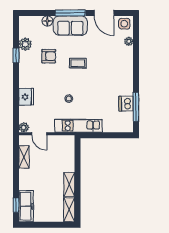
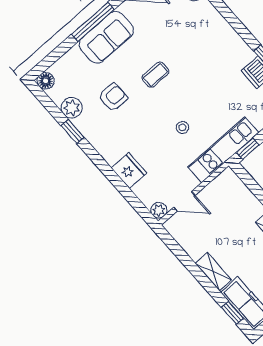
floor lamp: (47, 21) -> (46, 81), moved
window: (90, 135) -> (248, 149), added
shelving: (24, 157) -> (213, 272), moved

